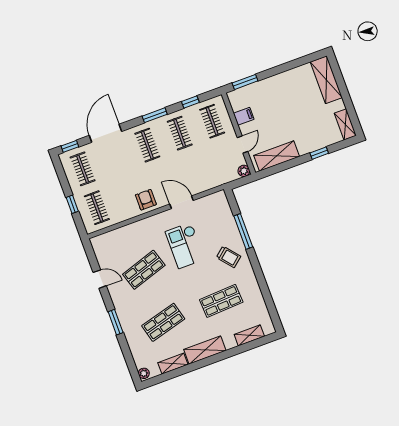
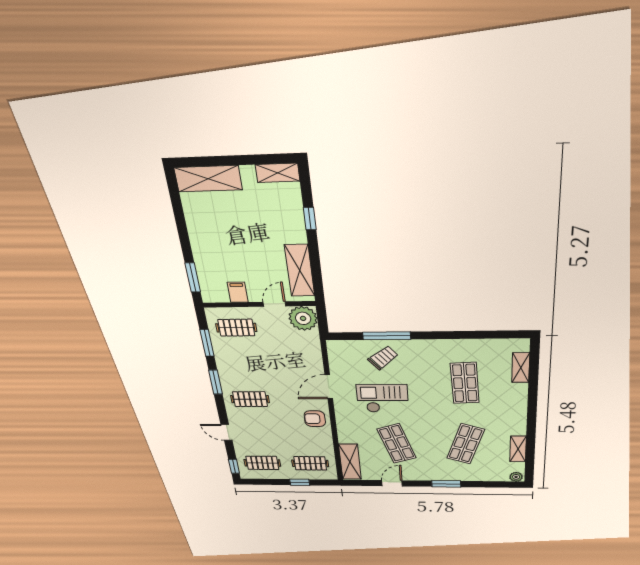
window: (190, 102) -> (207, 343), width x1.50
door: (105, 133) -> (227, 432), width x0.53
clothes rail: (180, 133) -> (243, 364), removed
door: (243, 145) -> (274, 304), hinge flipped
plant: (244, 171) -> (303, 318), width x1.88, depth x1.88
checkout: (185, 245) -> (382, 398), turned 180
trolley: (229, 257) -> (383, 358), moved
shop shelf: (163, 322) -> (466, 444), turned 33
shelving: (205, 350) -> (350, 462), moved

